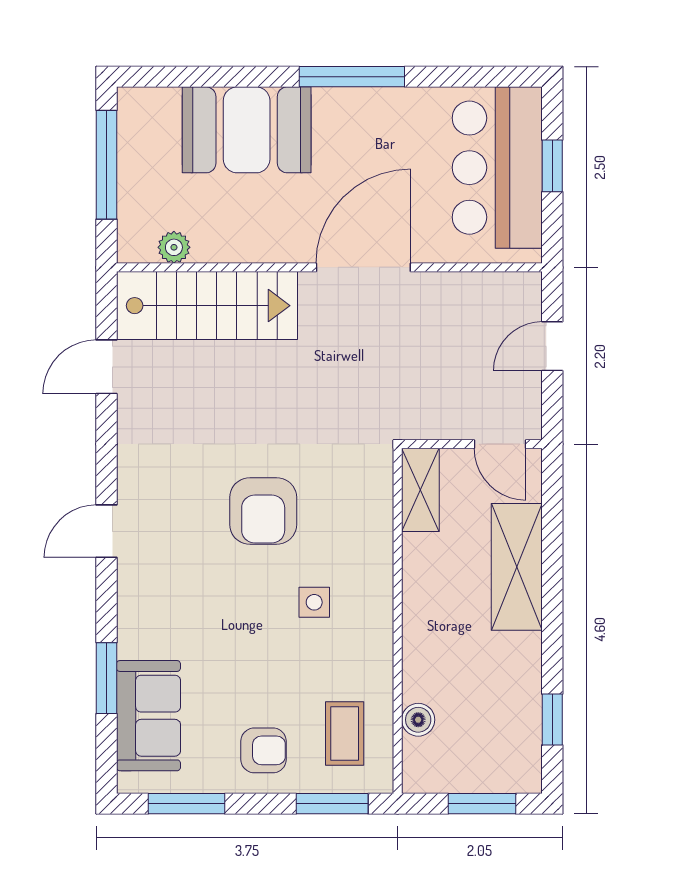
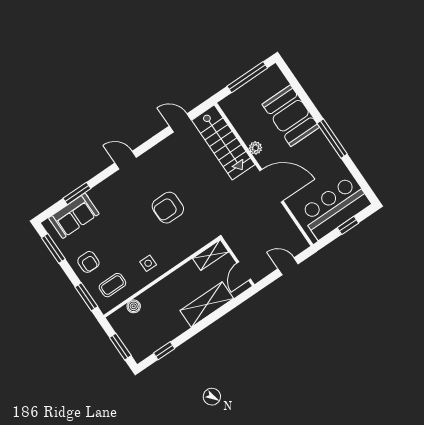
plant: (174, 247) -> (255, 148), moved
side table: (314, 602) -> (148, 263), moved

